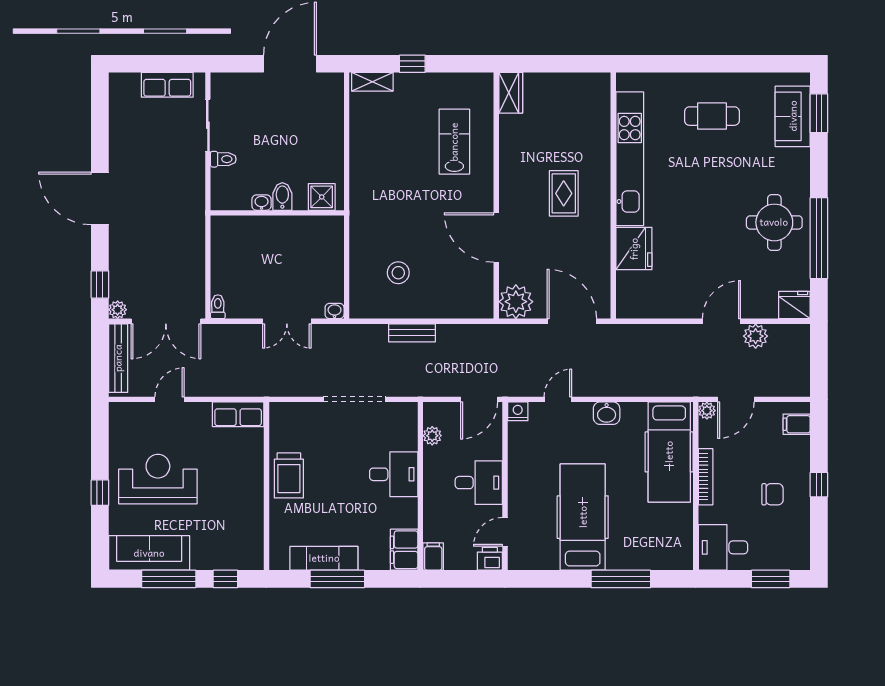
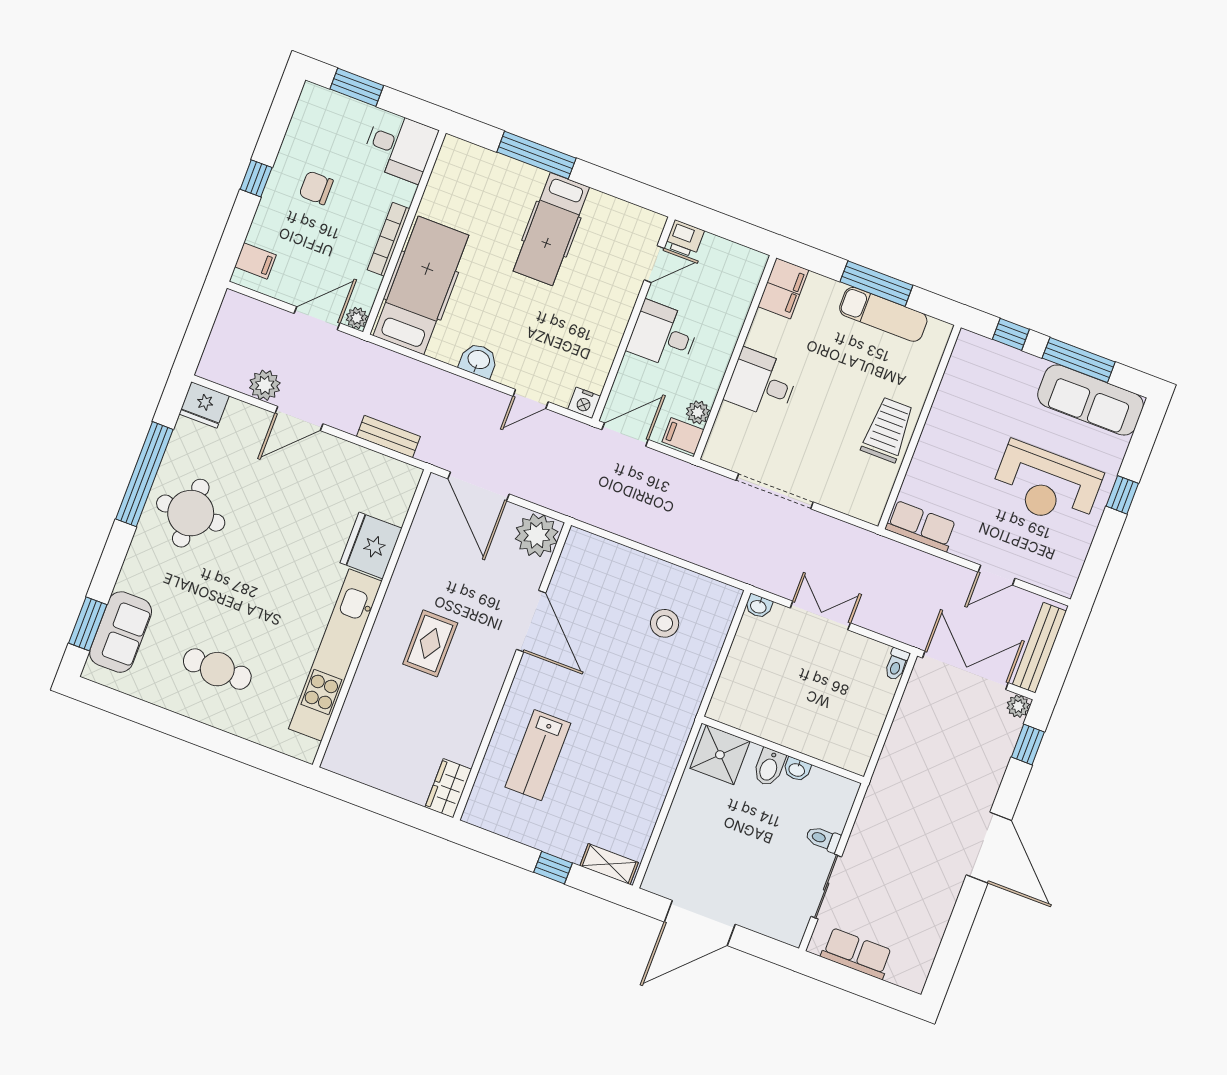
shower: (322, 197) -> (720, 755), width x1.36, depth x1.36
bench: (412, 333) -> (388, 436), moved
hospital bed: (583, 517) -> (551, 229), width x0.73, depth x0.78
filing cabinet: (433, 557) -> (683, 436), moved, turned 90

